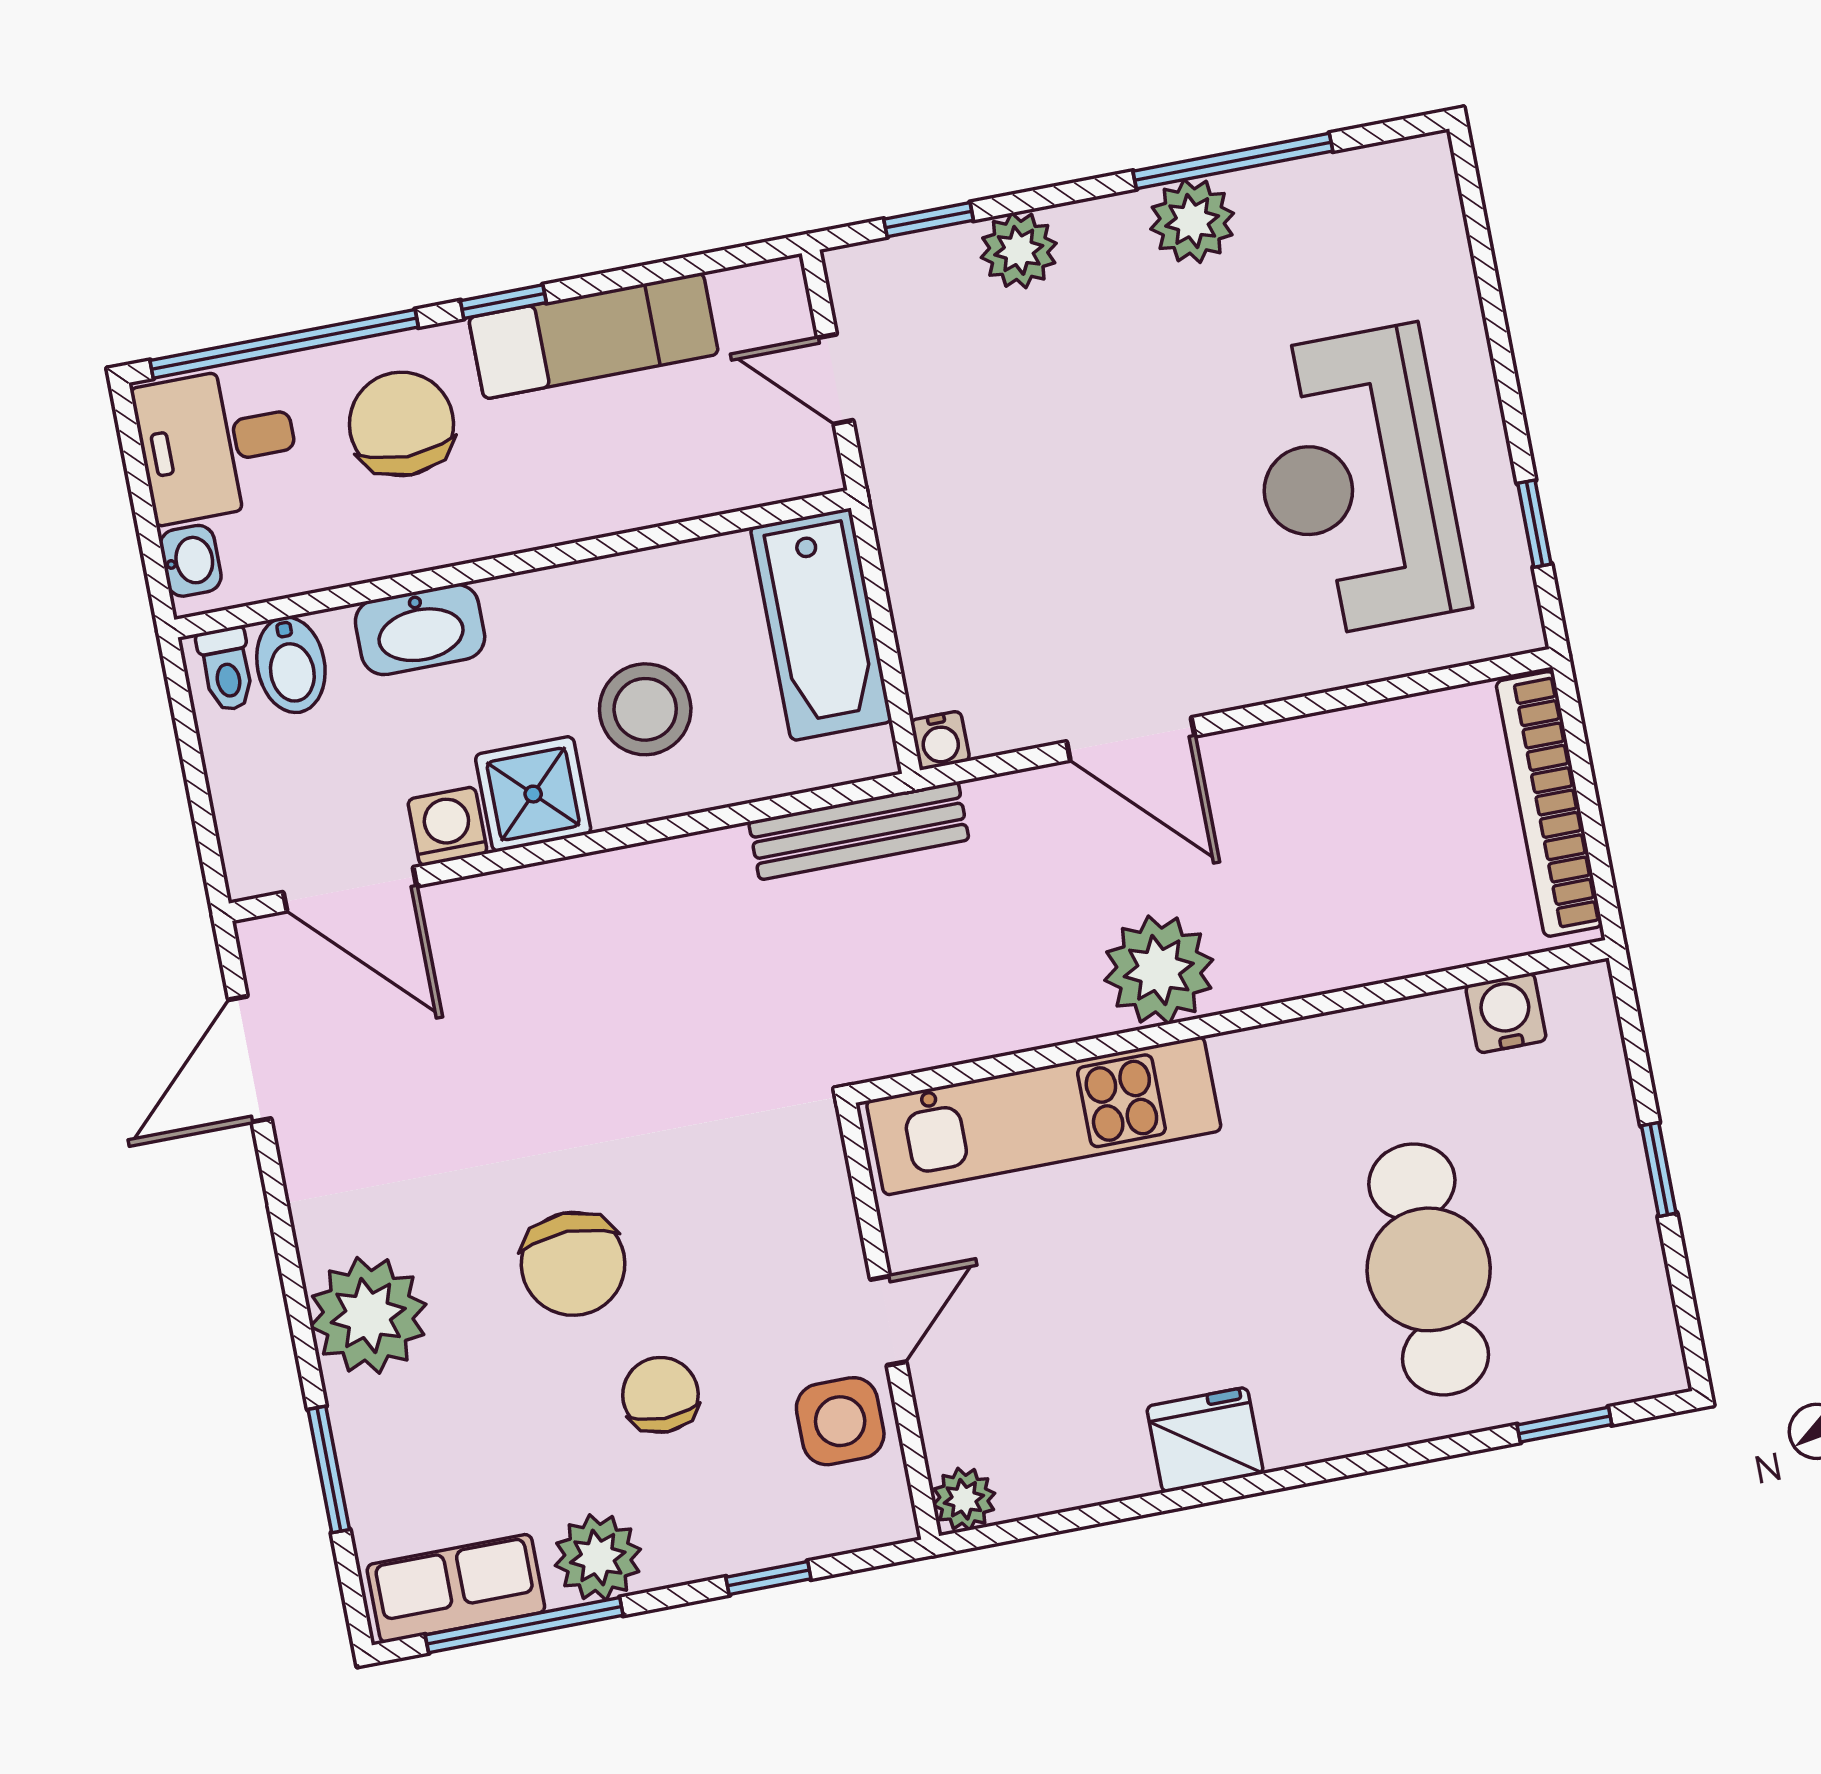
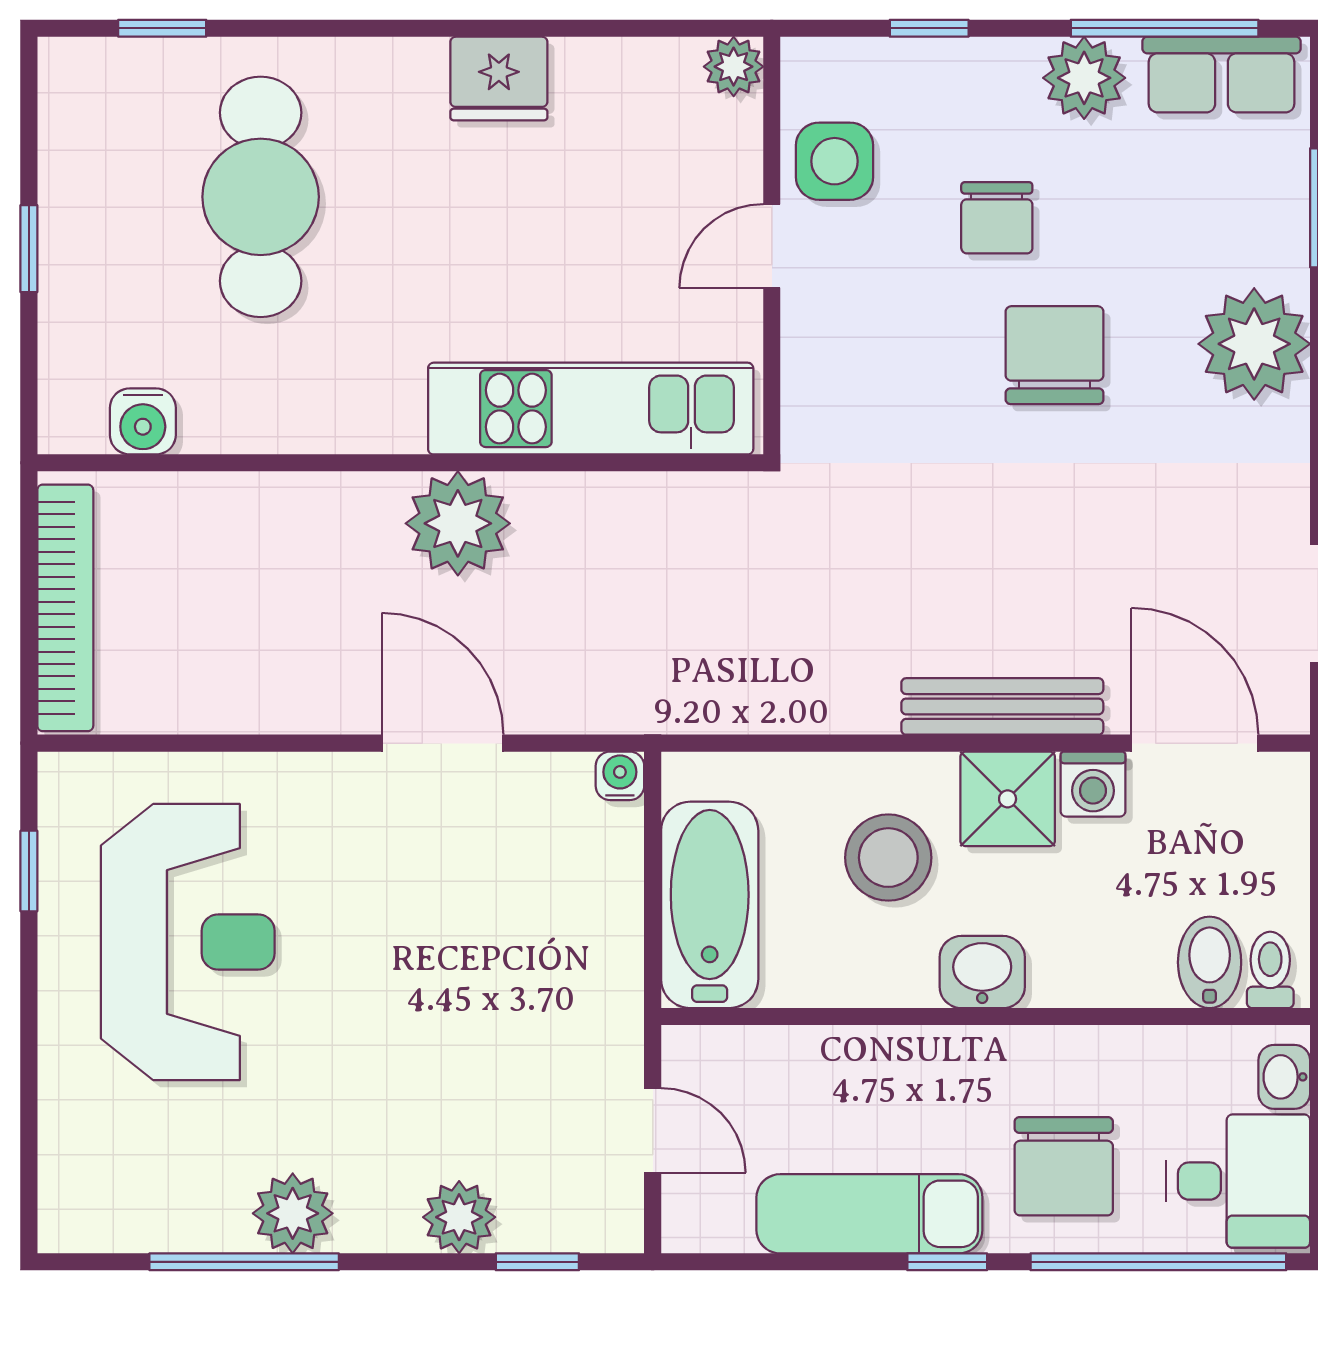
washbasin: (420, 629) -> (982, 972), moved, width x0.72
bench: (859, 831) -> (1002, 706), moved

